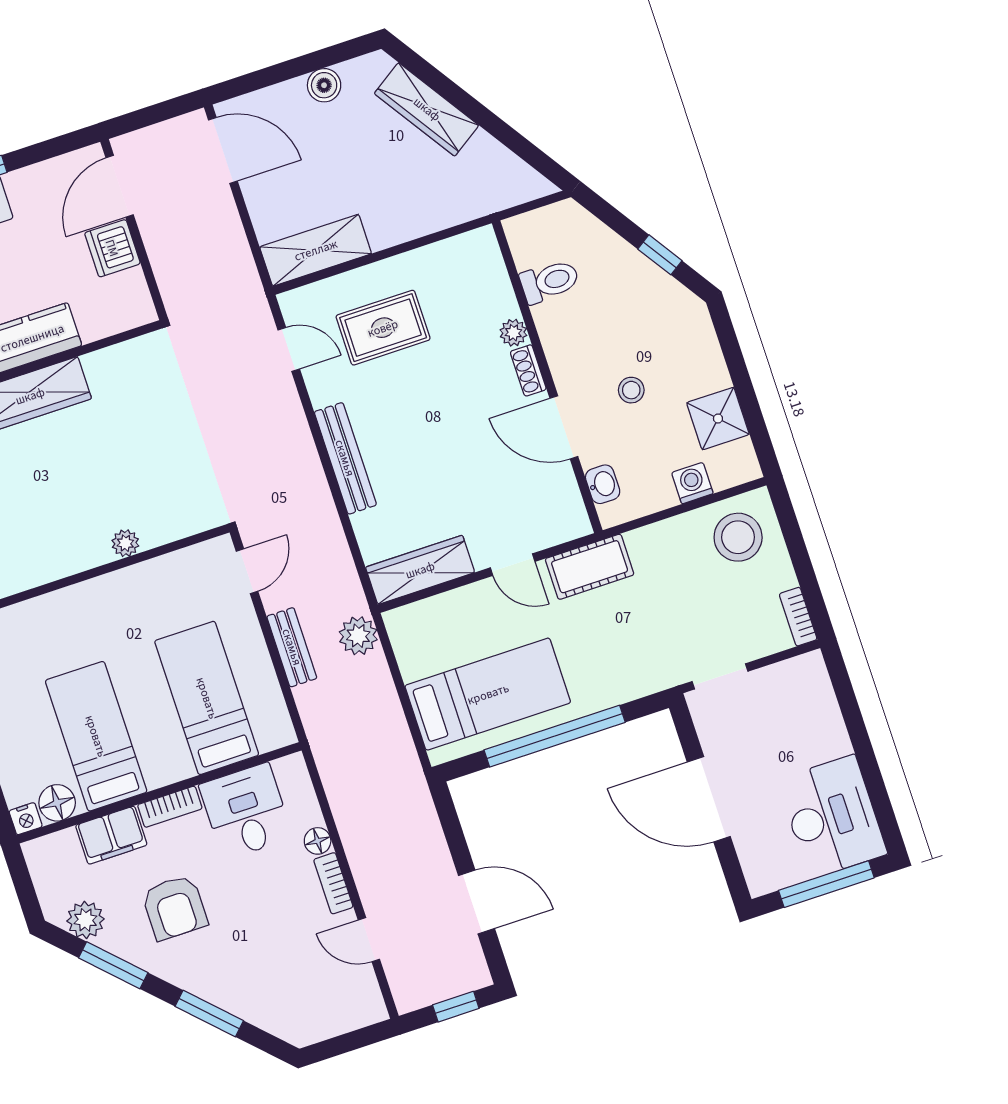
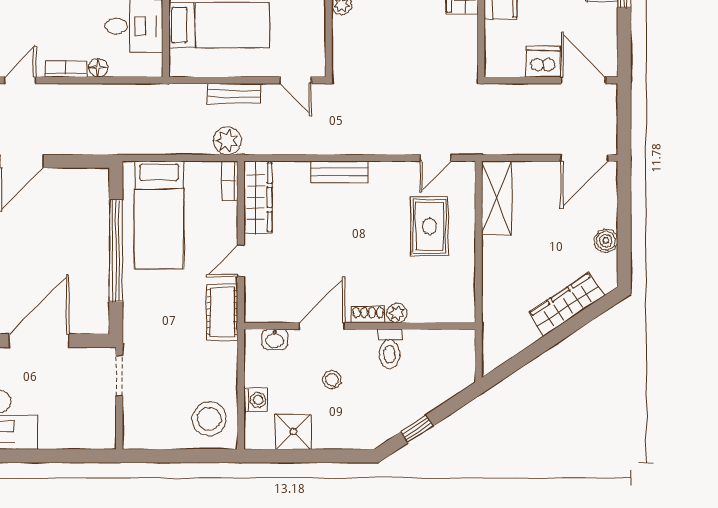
toilet: (550, 281) -> (389, 349), moved
bench: (345, 458) -> (339, 172), width x0.73
bookcase: (798, 617) -> (230, 181), moved, turned -90

